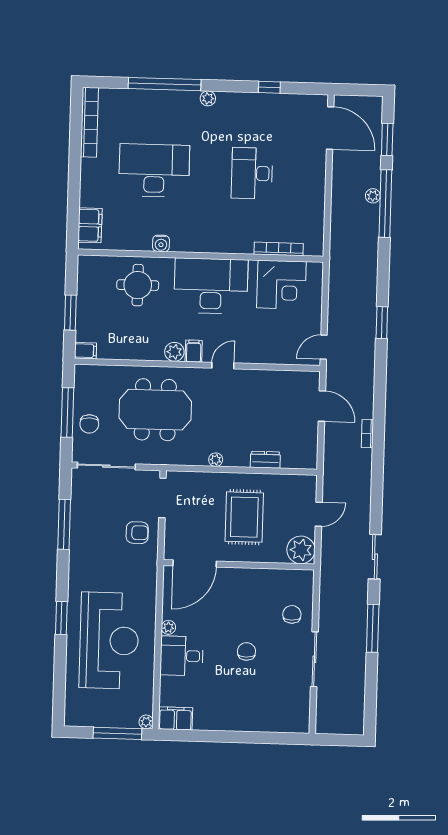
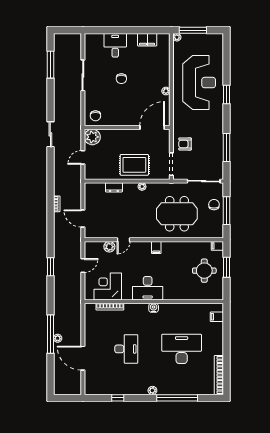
door: (330, 128) -> (83, 358), moved
window: (387, 139) -> (50, 370), removed
desk: (154, 170) -> (182, 349), turned 180
filing cabinet: (90, 225) -> (217, 317), width x0.50
water cooler: (161, 243) -> (154, 308), moved
round table: (138, 285) -> (204, 271), moved
desk: (211, 286) -> (148, 288), width x0.73, depth x0.77
door: (324, 347) -> (83, 265), moved
plant: (174, 352) -> (109, 247), moved
door: (223, 366) -> (124, 240), moved
rug: (244, 517) -> (134, 165), moved, turned 90
chair: (292, 614) -> (95, 116), moved
window: (373, 628) -> (50, 65), moved
reception desk: (109, 641) -> (199, 83), turned 180
desk: (182, 656) -> (115, 45), moved, turned -90
filing cabinet: (175, 718) -> (147, 40), moved

